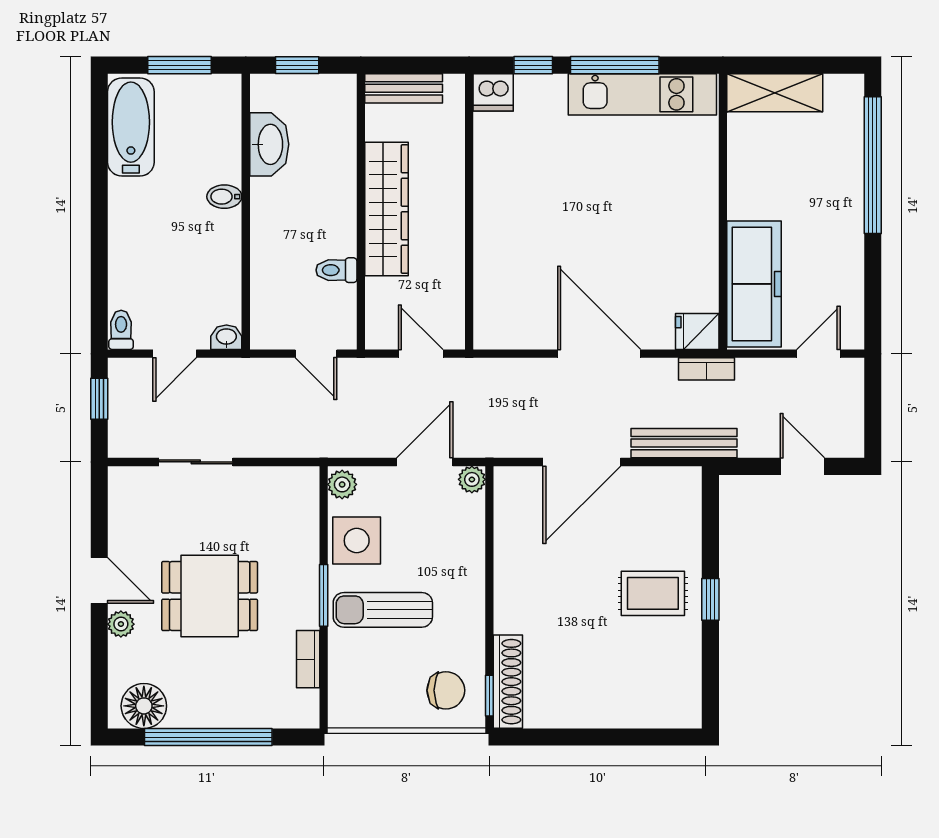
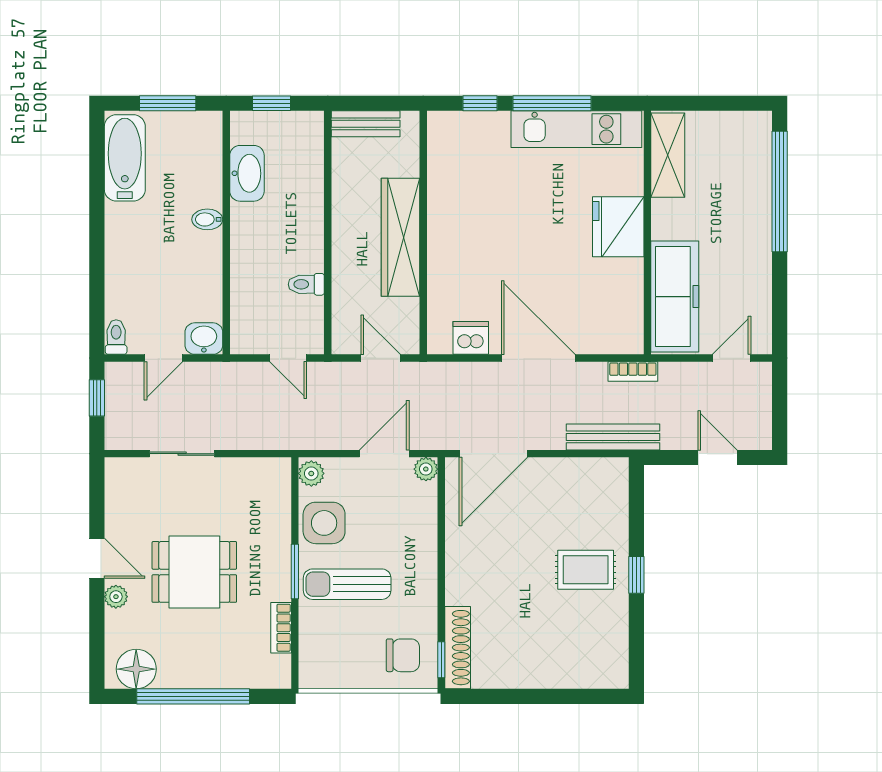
dishwasher: (493, 92) -> (471, 338), moved, turned 180
shelving: (775, 93) -> (668, 155), moved, turned 90
wardrobe: (387, 209) -> (401, 237), moved, turned 180
fridge: (697, 332) -> (618, 227), moved, width x1.88, depth x1.34
washbasin: (226, 337) -> (204, 339), width x1.38, depth x1.45
door: (582, 462) -> (493, 454), moved

